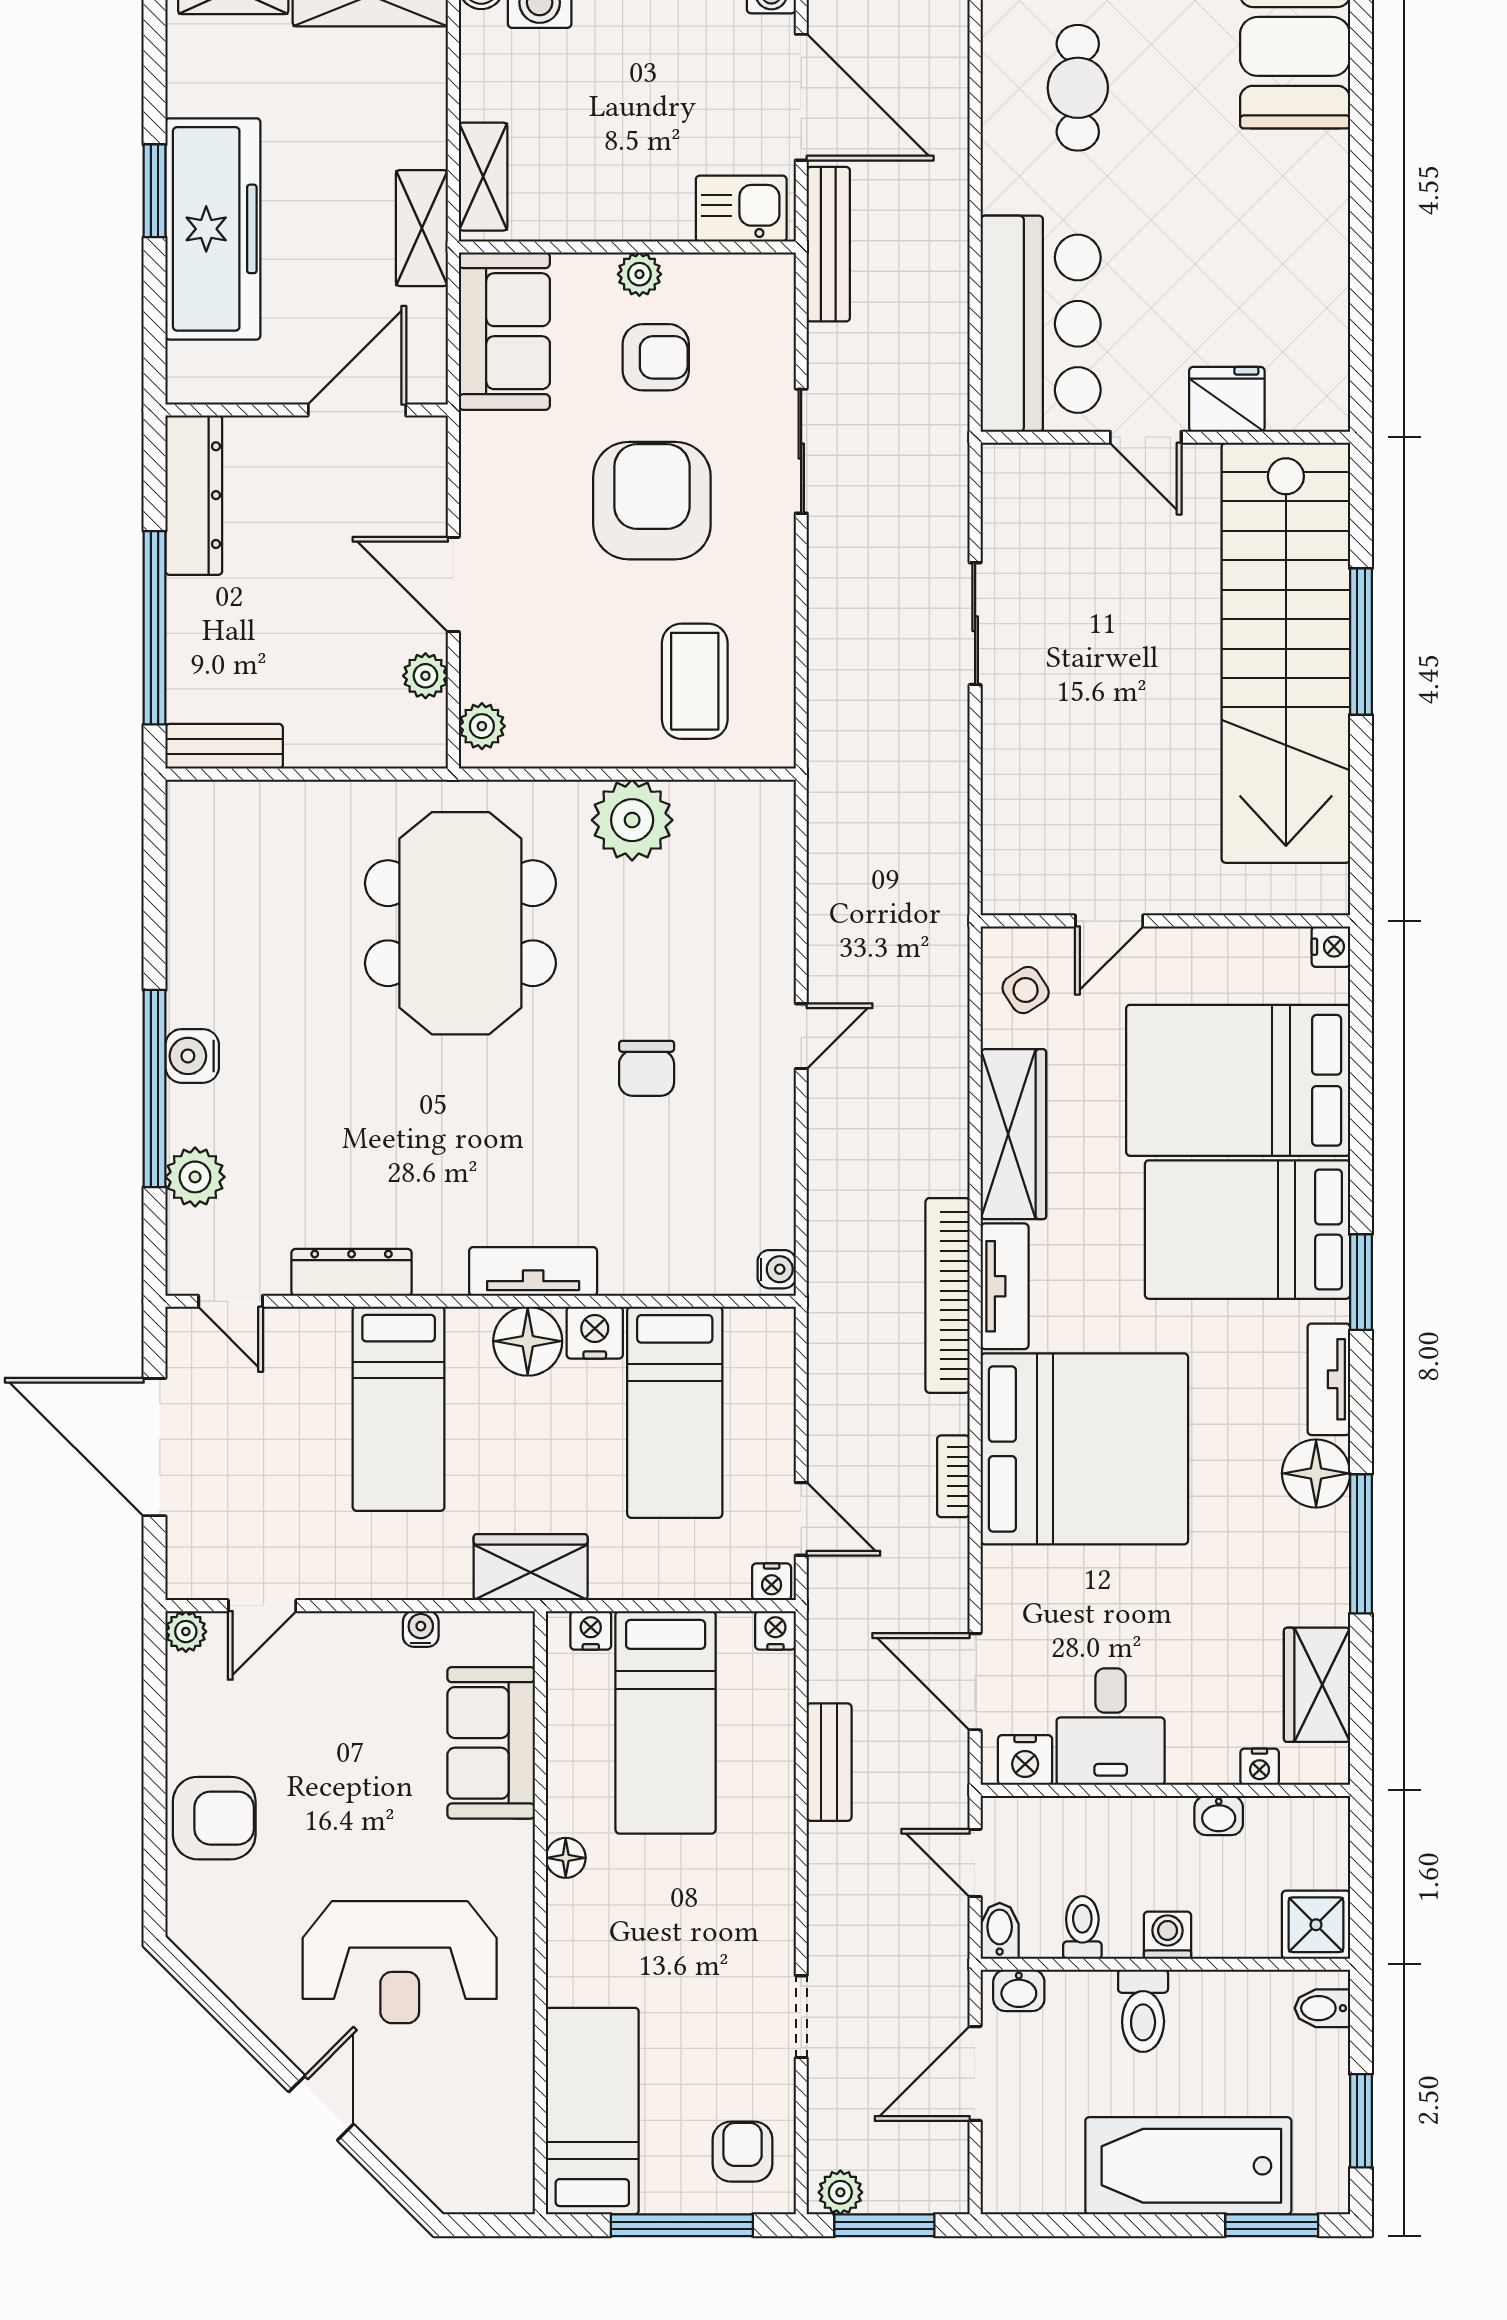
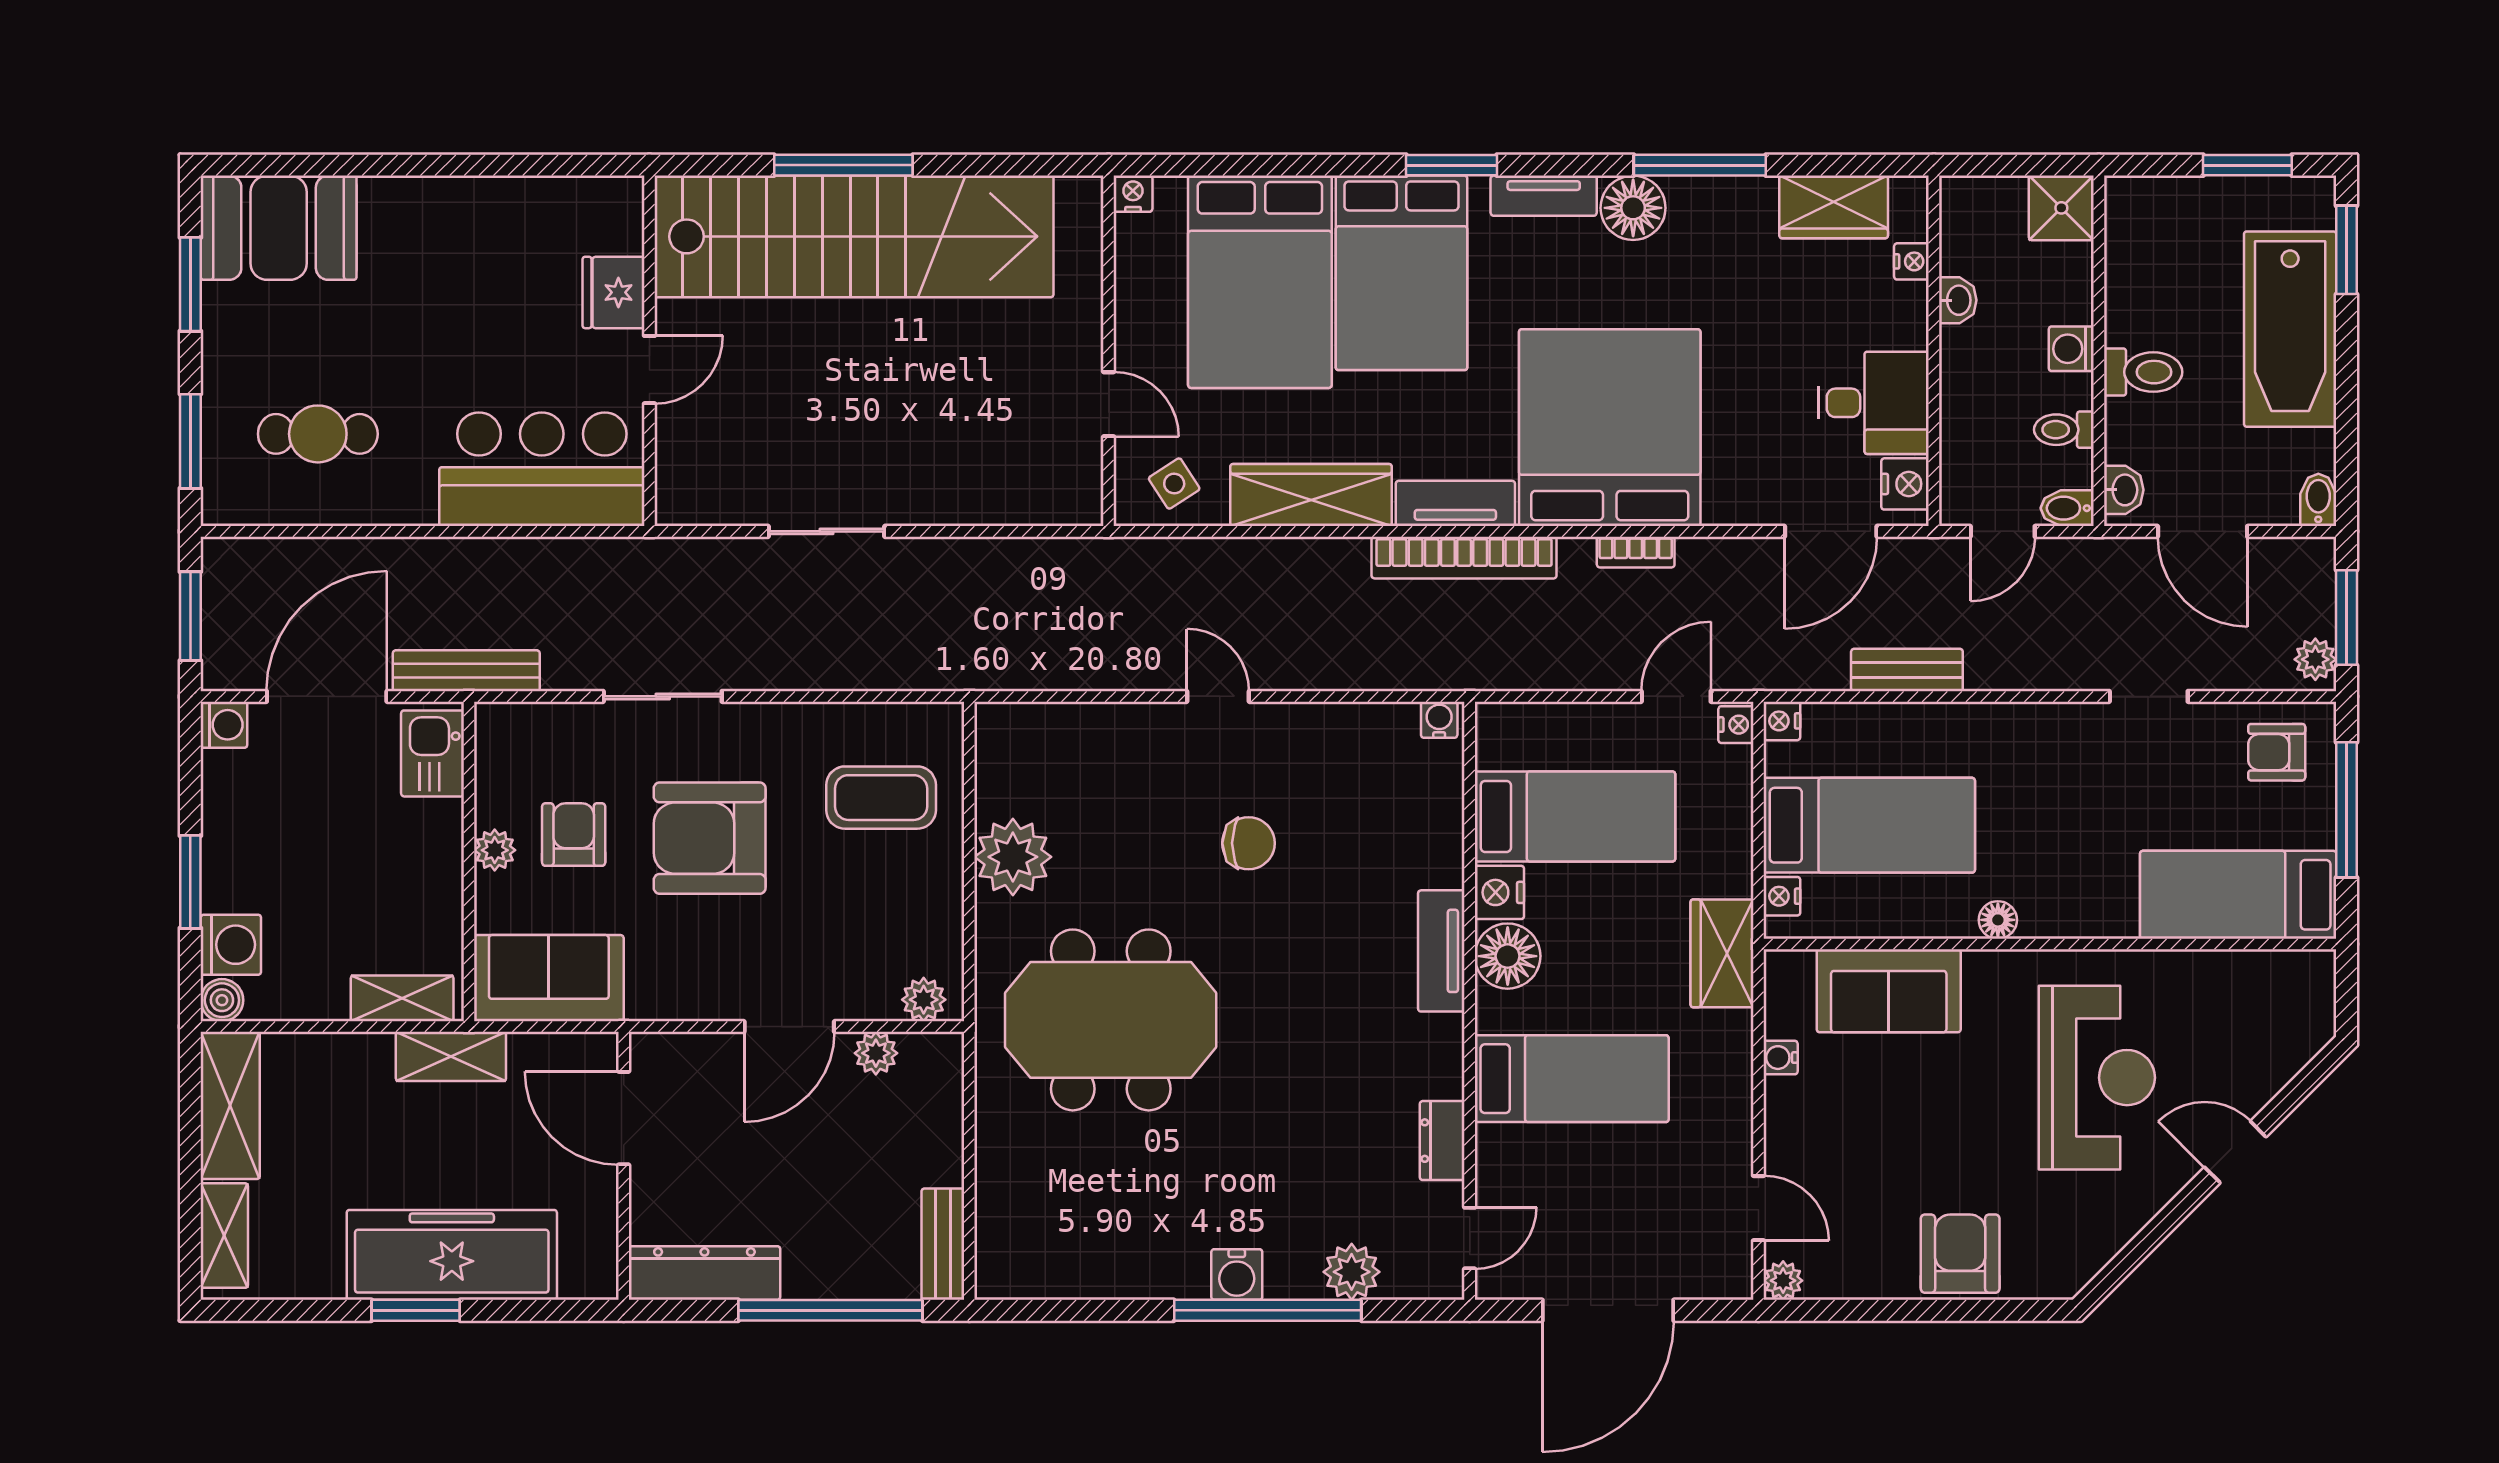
dresser: (352, 1272) -> (1442, 1141), width x0.70
bidet: (1322, 2008) -> (2318, 500), moved, turned 180

